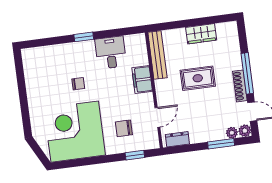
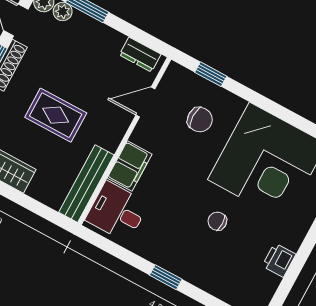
desk: (111, 53) -> (117, 212), moved, turned 90
printer: (33, 87) -> (279, 260), added

